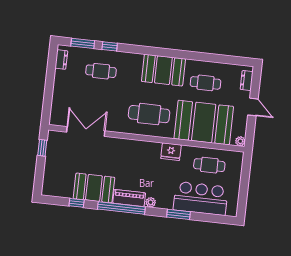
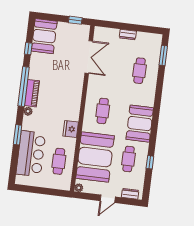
window: (110, 46) -> (150, 162), moved
dresser: (61, 60) -> (128, 35), moved
cafe table: (149, 114) -> (103, 111), width x0.73, depth x0.74
booth: (94, 188) -> (44, 36), moved

